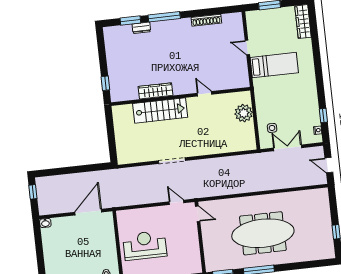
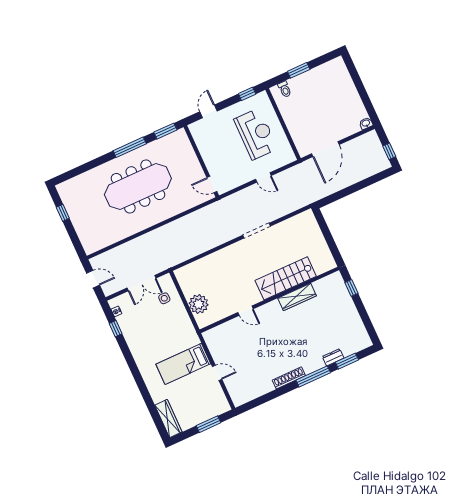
shoe rack: (206, 20) -> (289, 378), moved
door: (176, 202) -> (263, 177), moved
reception desk: (145, 245) -> (256, 134), turned -90

